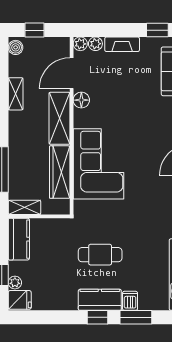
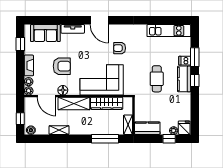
armchair: (121, 98) -> (62, 66), added
armchair: (151, 194) -> (120, 48), added

